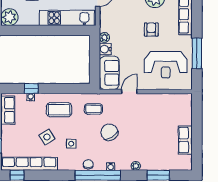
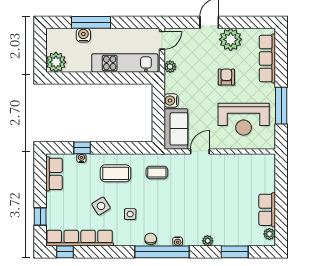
plant: (104, 37) -> (170, 67), moved
chair: (109, 132) -> (176, 200), removed
plant: (187, 160) -> (269, 234), added

